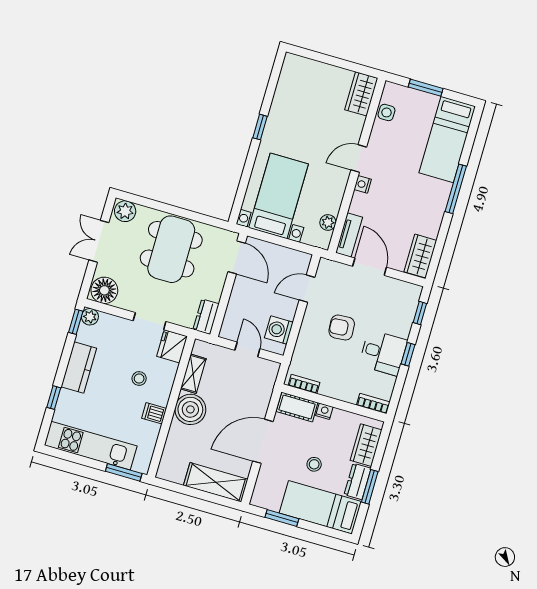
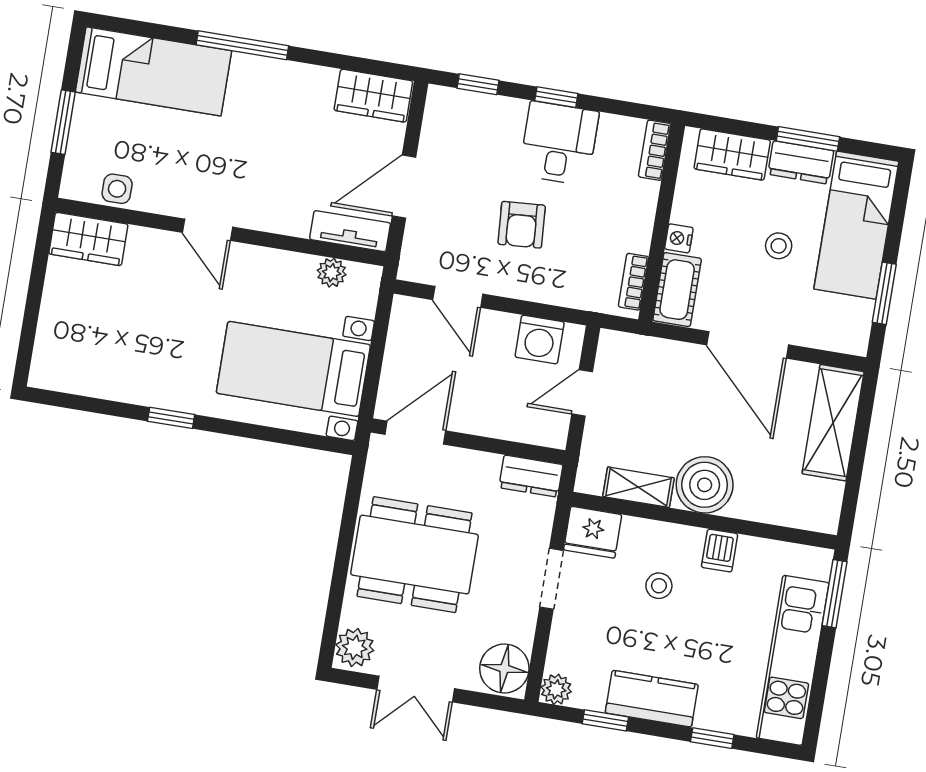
nightstand: (363, 184) -> (254, 217), removed
window: (76, 322) -> (605, 720), moved

